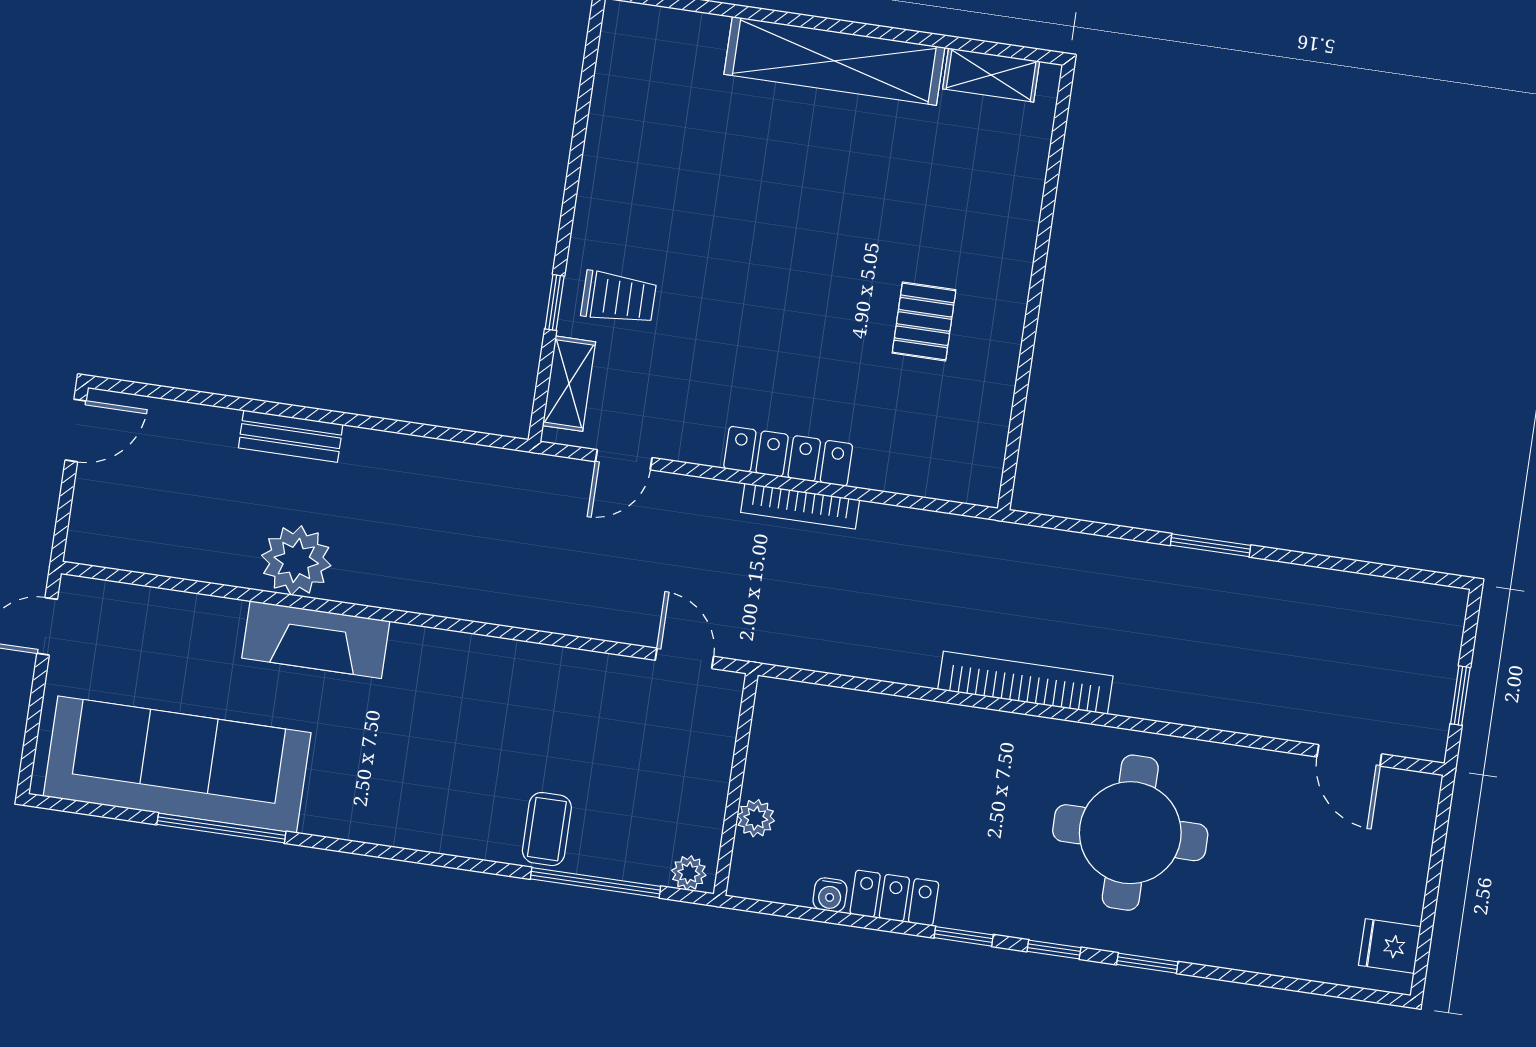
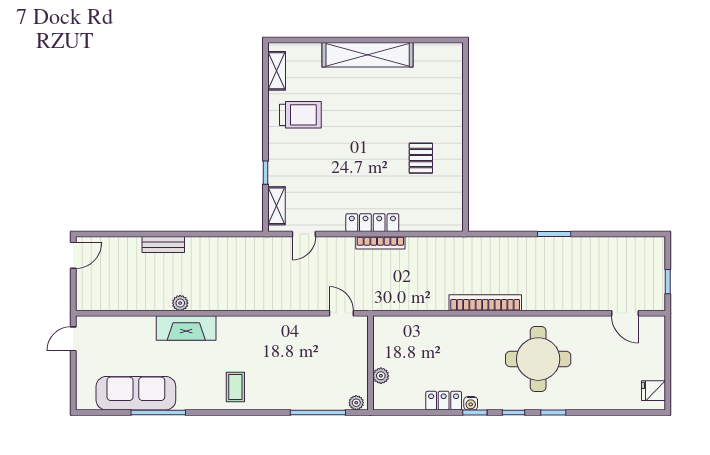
shelving: (991, 75) -> (277, 71), moved, turned 90
trolley: (619, 298) -> (300, 115), moved, width x1.36, depth x1.39
plant: (296, 560) -> (180, 303), width x0.53, depth x0.53
sofa: (177, 765) -> (136, 393), width x0.74, depth x0.79
coffee table: (547, 829) -> (235, 387), moved
water cooler: (830, 895) -> (471, 403), moved

